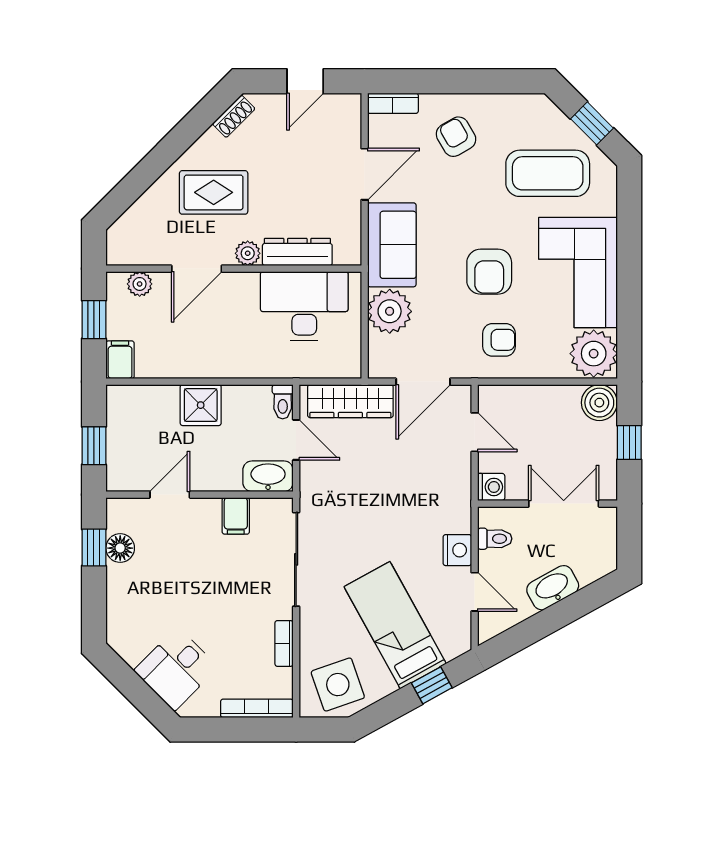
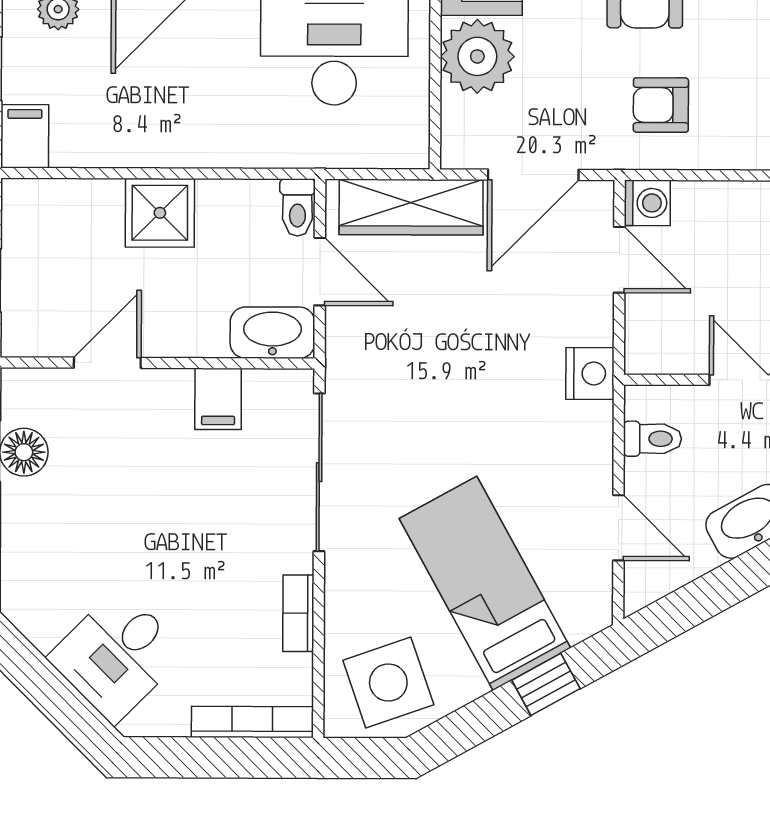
armchair: (499, 340) -> (661, 105), turned 180
washing machine: (491, 487) -> (647, 203), moved
nightstand: (457, 550) -> (590, 373), moved

